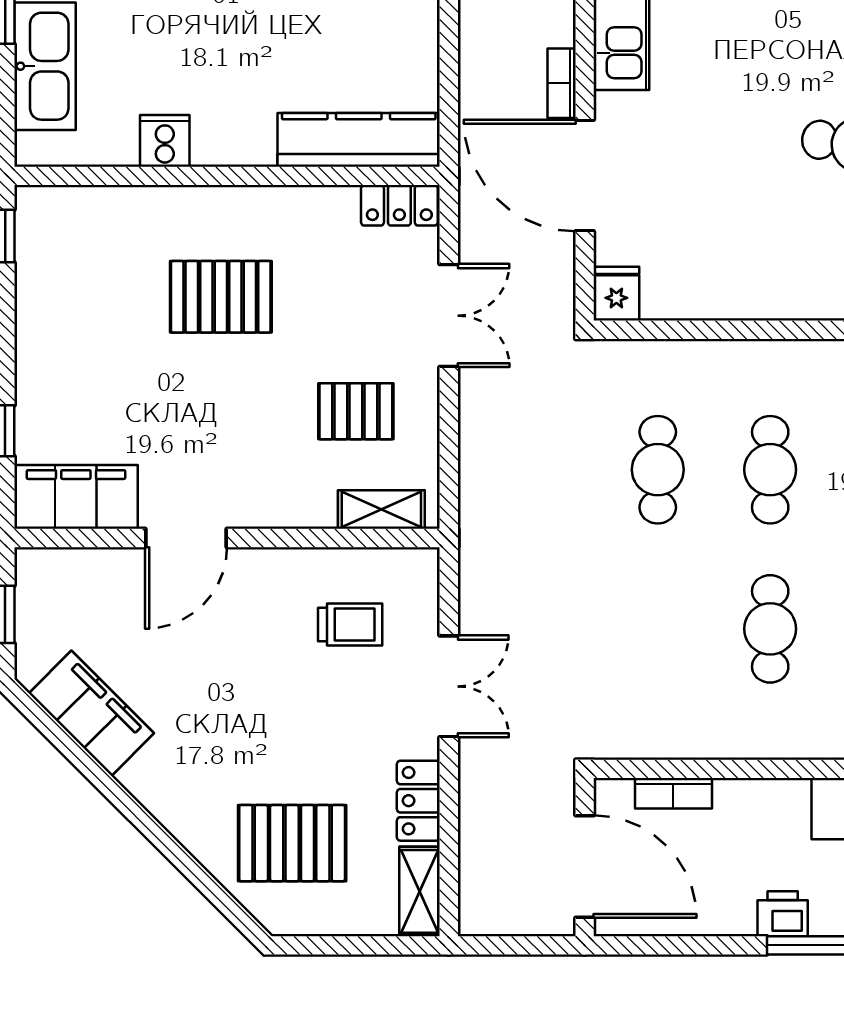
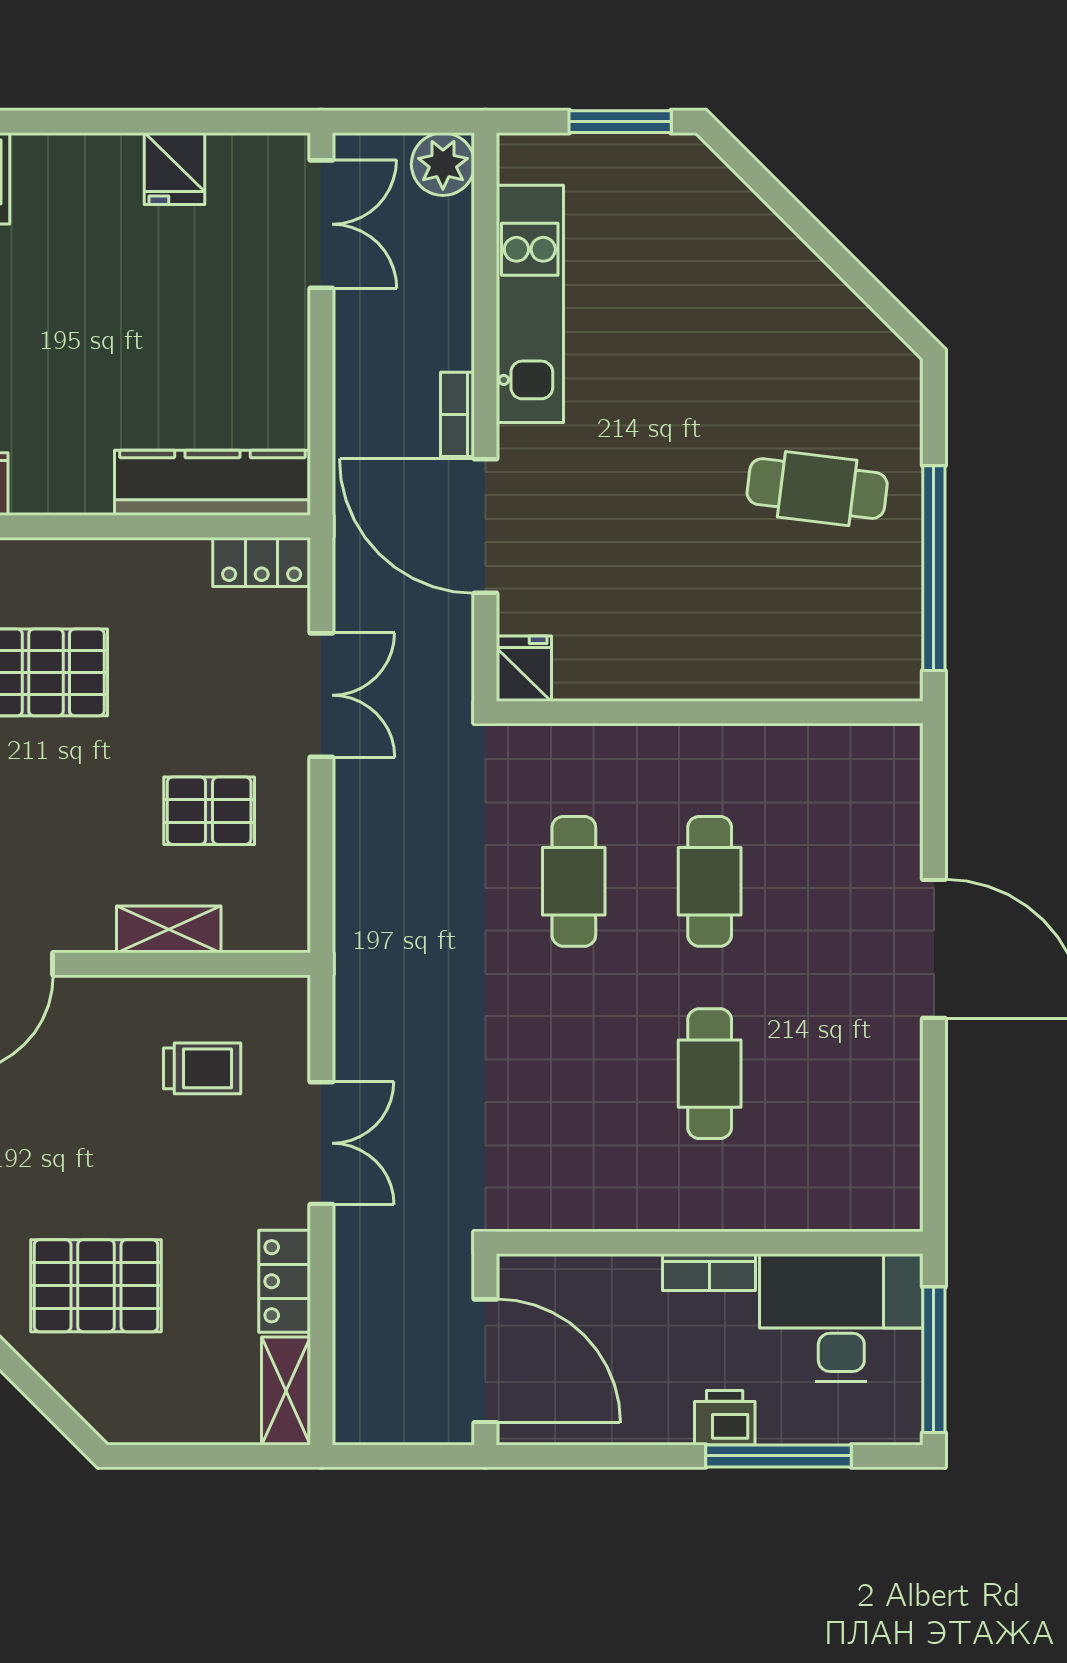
shelving: (381, 510) -> (169, 929), moved
bookcase: (673, 793) -> (709, 1272), moved
pallet: (292, 843) -> (96, 1286), moved

